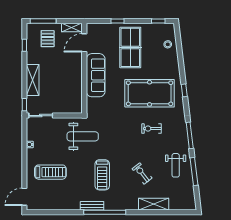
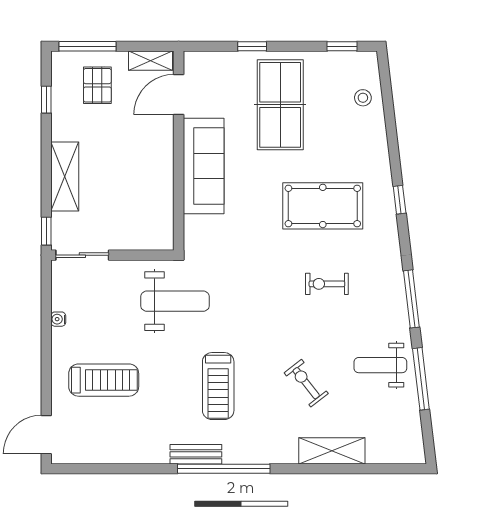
pool table: (150, 93) -> (323, 206), width x0.73, depth x0.76
weight bench: (176, 165) -> (380, 365), turned 90

